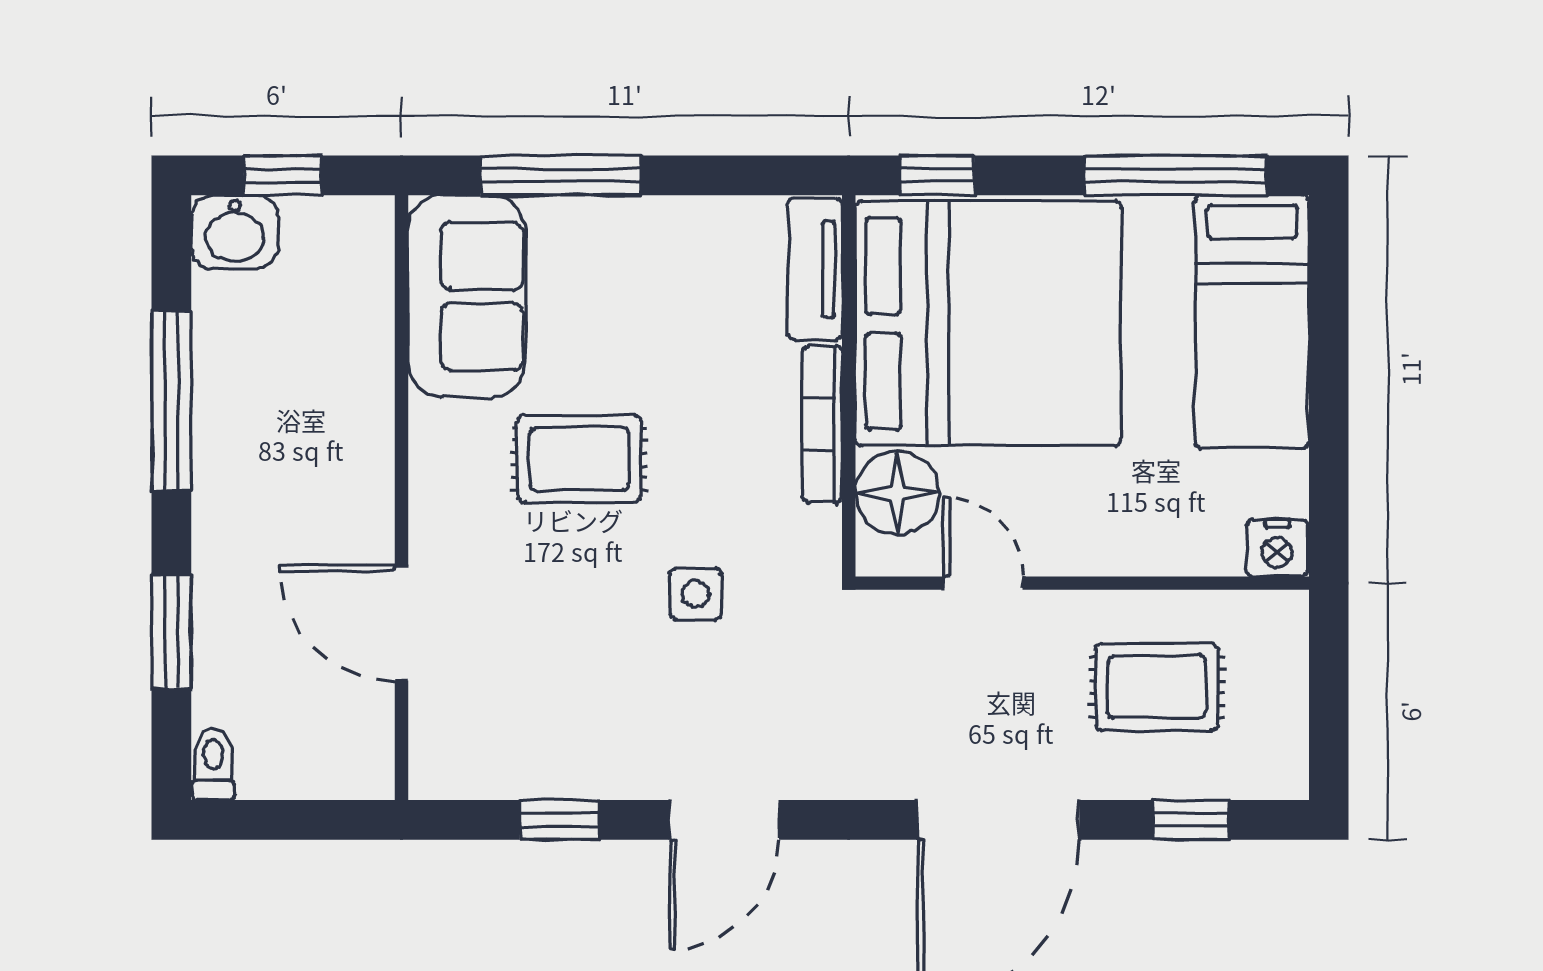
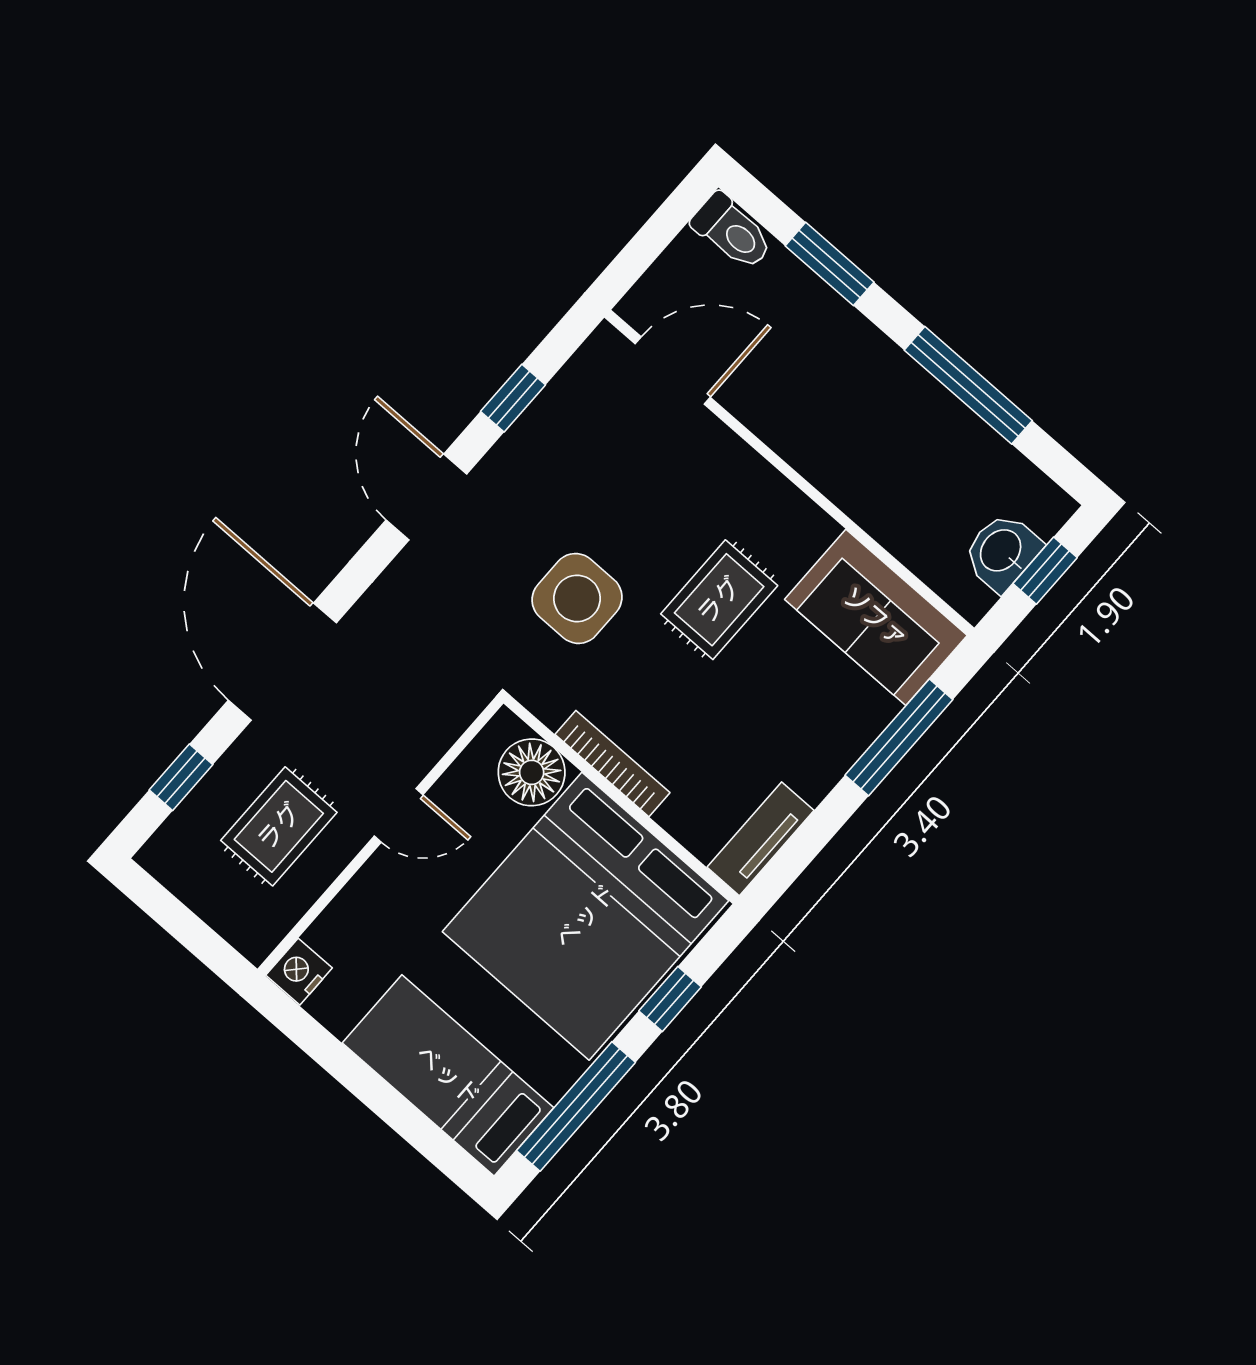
window: (937, 175) -> (670, 999), moved
washbasin: (234, 232) -> (1002, 552), moved
tv unit: (815, 269) -> (761, 839), moved, turned -90
door: (983, 583) -> (399, 815), moved
side table: (696, 594) -> (577, 598), width x1.87, depth x1.87
door: (402, 623) -> (673, 370), moved
toilet: (213, 764) -> (732, 232), width x1.37, depth x1.39

